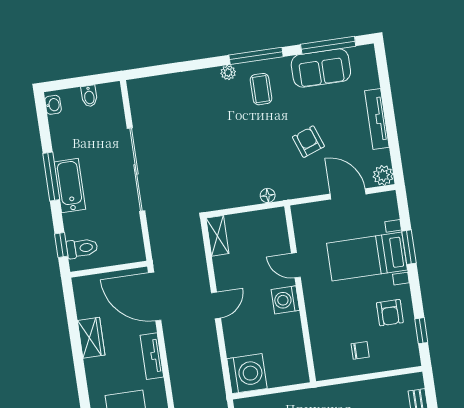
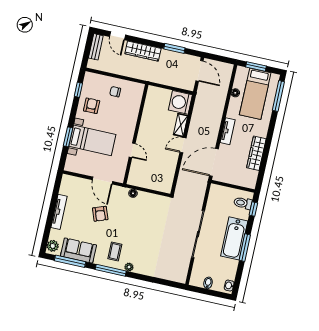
plant: (383, 175) -> (53, 246), moved
bathtub: (70, 186) -> (234, 238), width x1.36, depth x1.36
door: (348, 194) -> (102, 181), moved
shelving: (217, 236) -> (181, 125), moved
door: (155, 296) -> (214, 162), swing flipped
washing machine: (285, 300) -> (145, 134), removed
wardrobe: (91, 338) -> (256, 153), width x1.50

